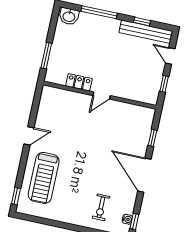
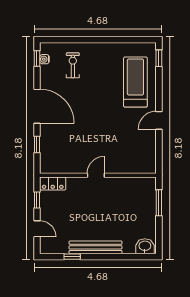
window: (99, 12) -> (116, 257), removed
bench: (146, 32) -> (96, 247), moved
locker: (79, 82) -> (53, 184), moved

